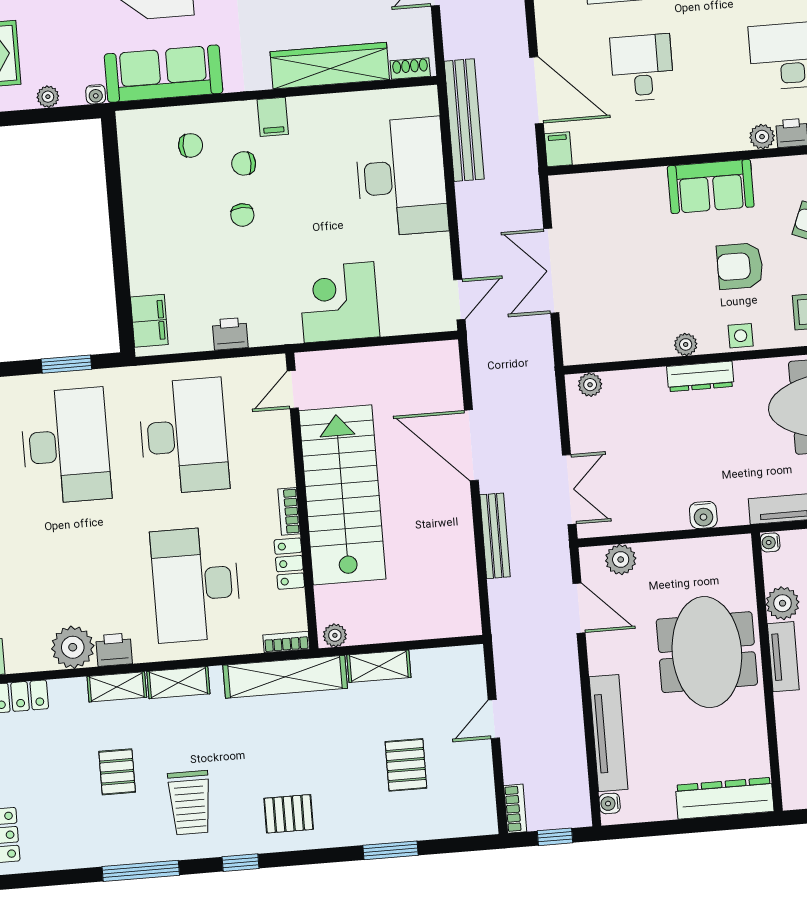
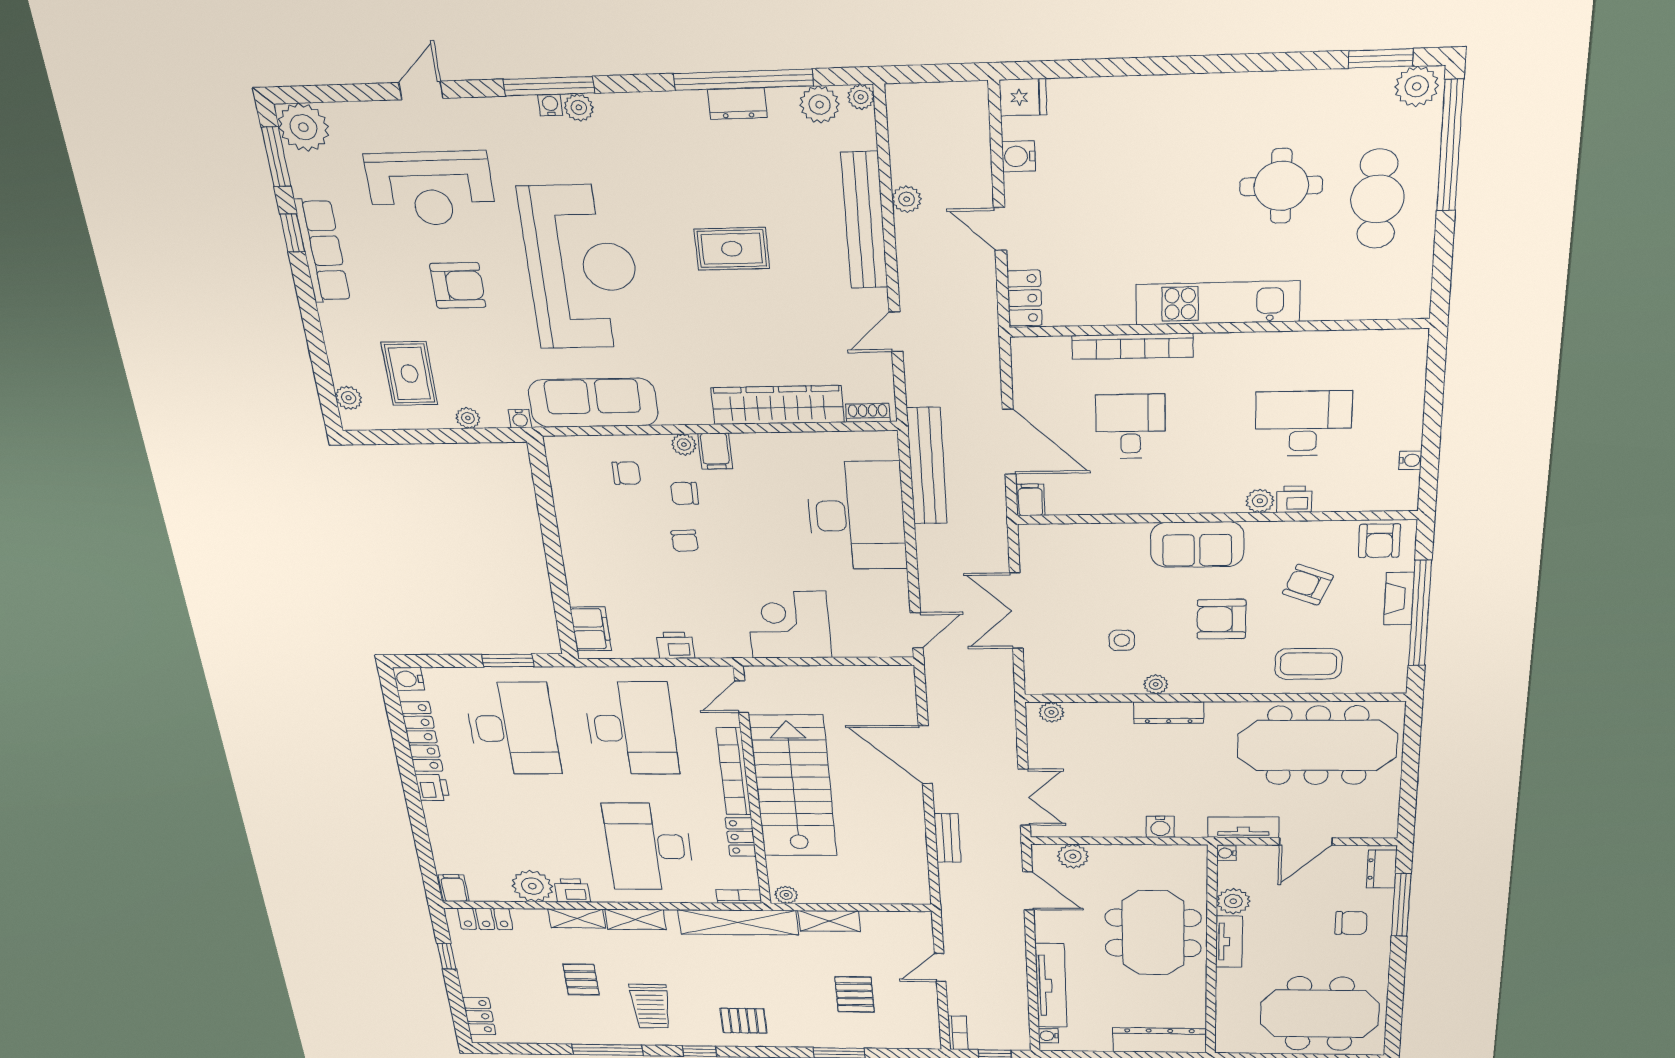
plant: (245, 112) -> (684, 445), added
side table: (741, 336) -> (1122, 640), moved
bookcase: (289, 511) -> (734, 771), width x2.31, depth x1.31
bench: (495, 536) -> (947, 838), width x0.73

